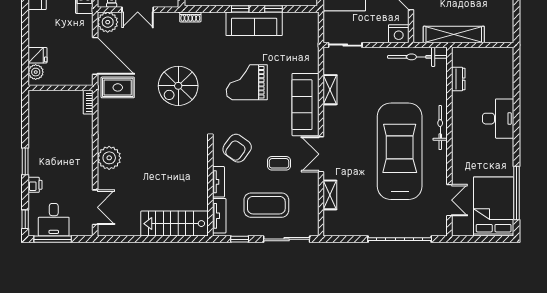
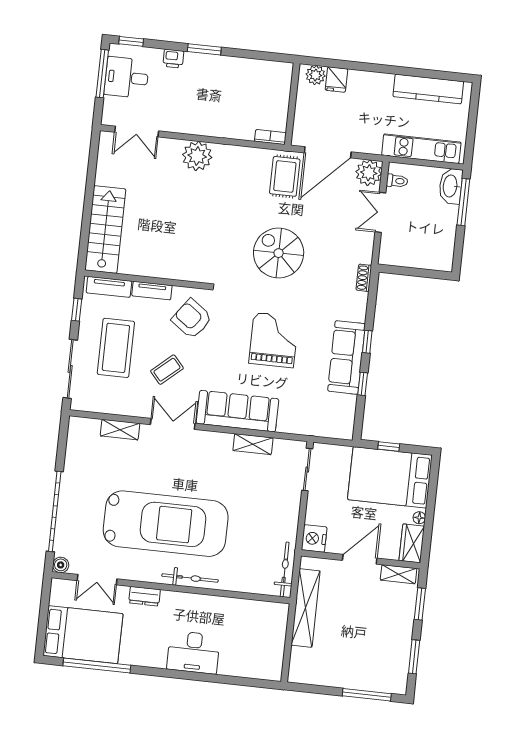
bicycle: (417, 57) -> (285, 569), width x0.73, depth x0.71
dresser: (458, 79) -> (145, 596), moved
coffee table: (279, 163) -> (167, 370), turned 49
boiler: (441, 230) -> (61, 565), added

